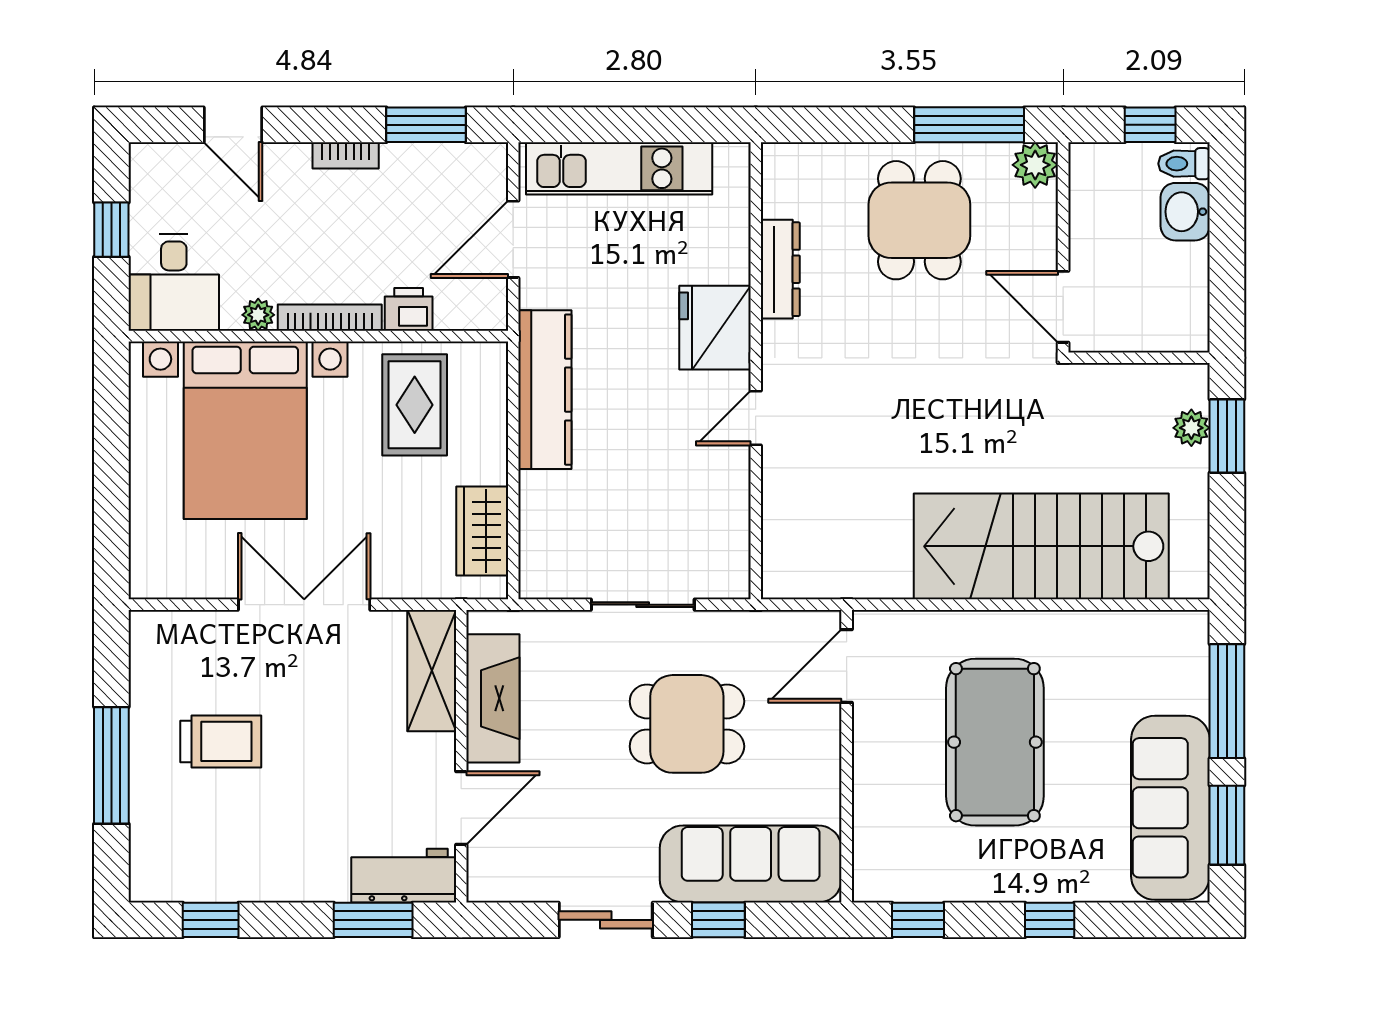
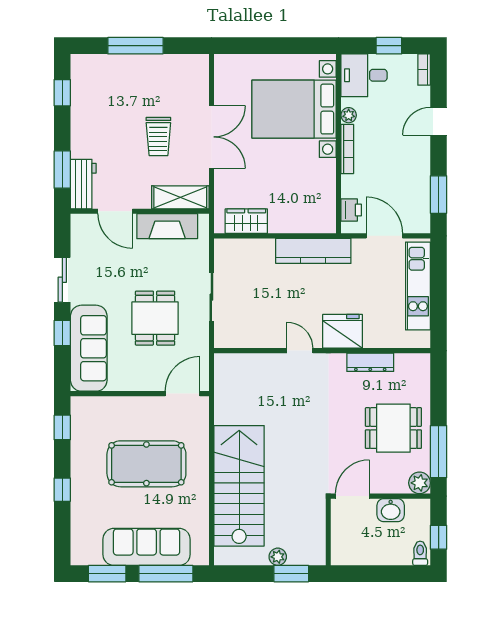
door: (233, 125) -> (439, 121), moved
bookcase: (346, 155) -> (424, 70), moved
washbasin: (1185, 212) -> (391, 510), moved, turned 180
printer: (409, 309) -> (351, 210), moved
rug: (415, 405) -> (306, 189), removed
plant: (1191, 428) -> (278, 557), moved
door: (847, 666) -> (182, 394), hinge flipped
trolley: (221, 741) -> (158, 136), moved
sofa: (1170, 808) -> (147, 547), moved

